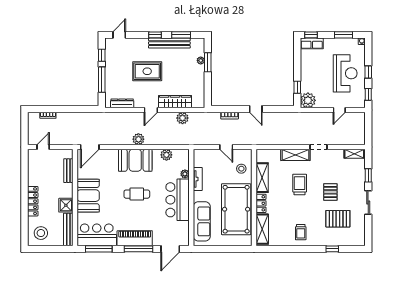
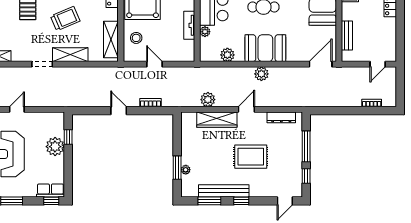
plant: (308, 100) -> (55, 147), moved
shelving: (262, 178) -> (111, 40), moved
trolley: (300, 185) -> (65, 19), turned -113

